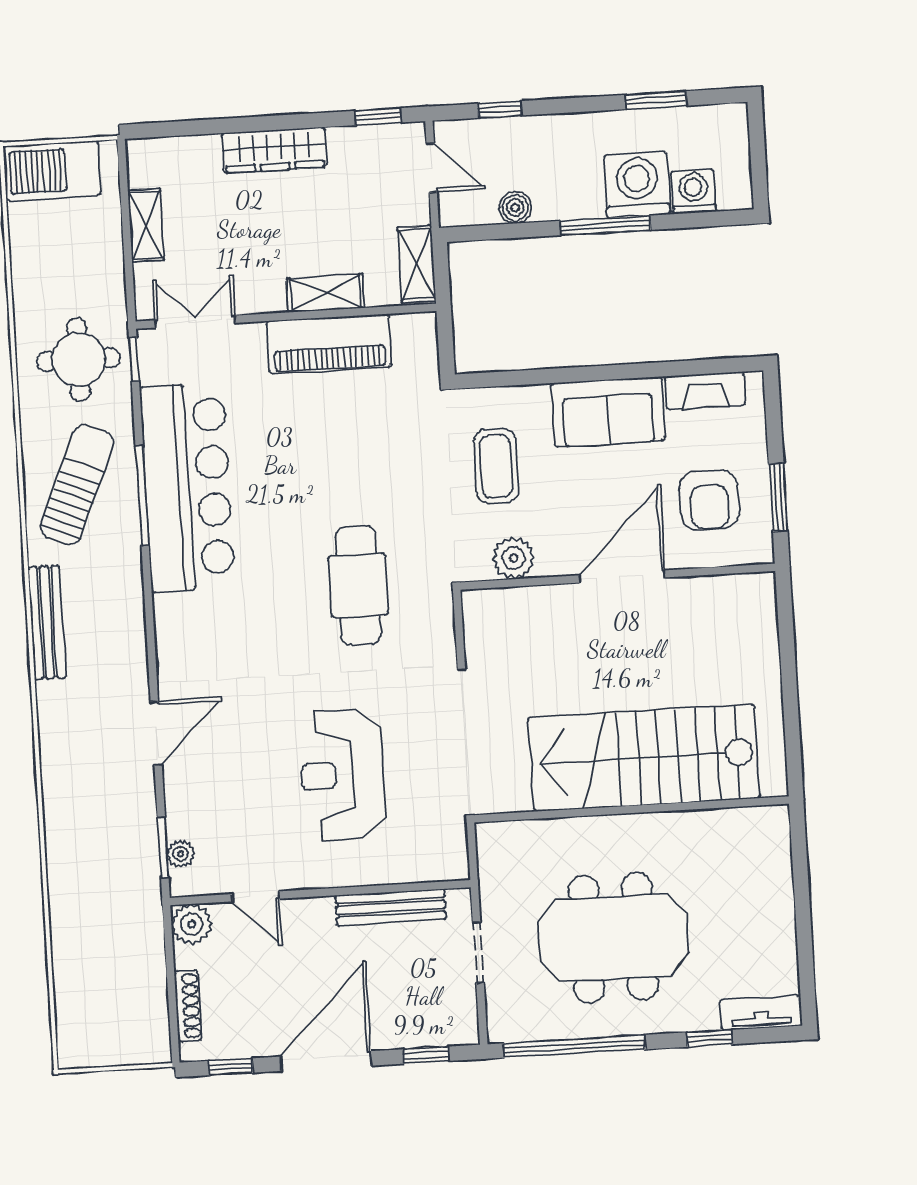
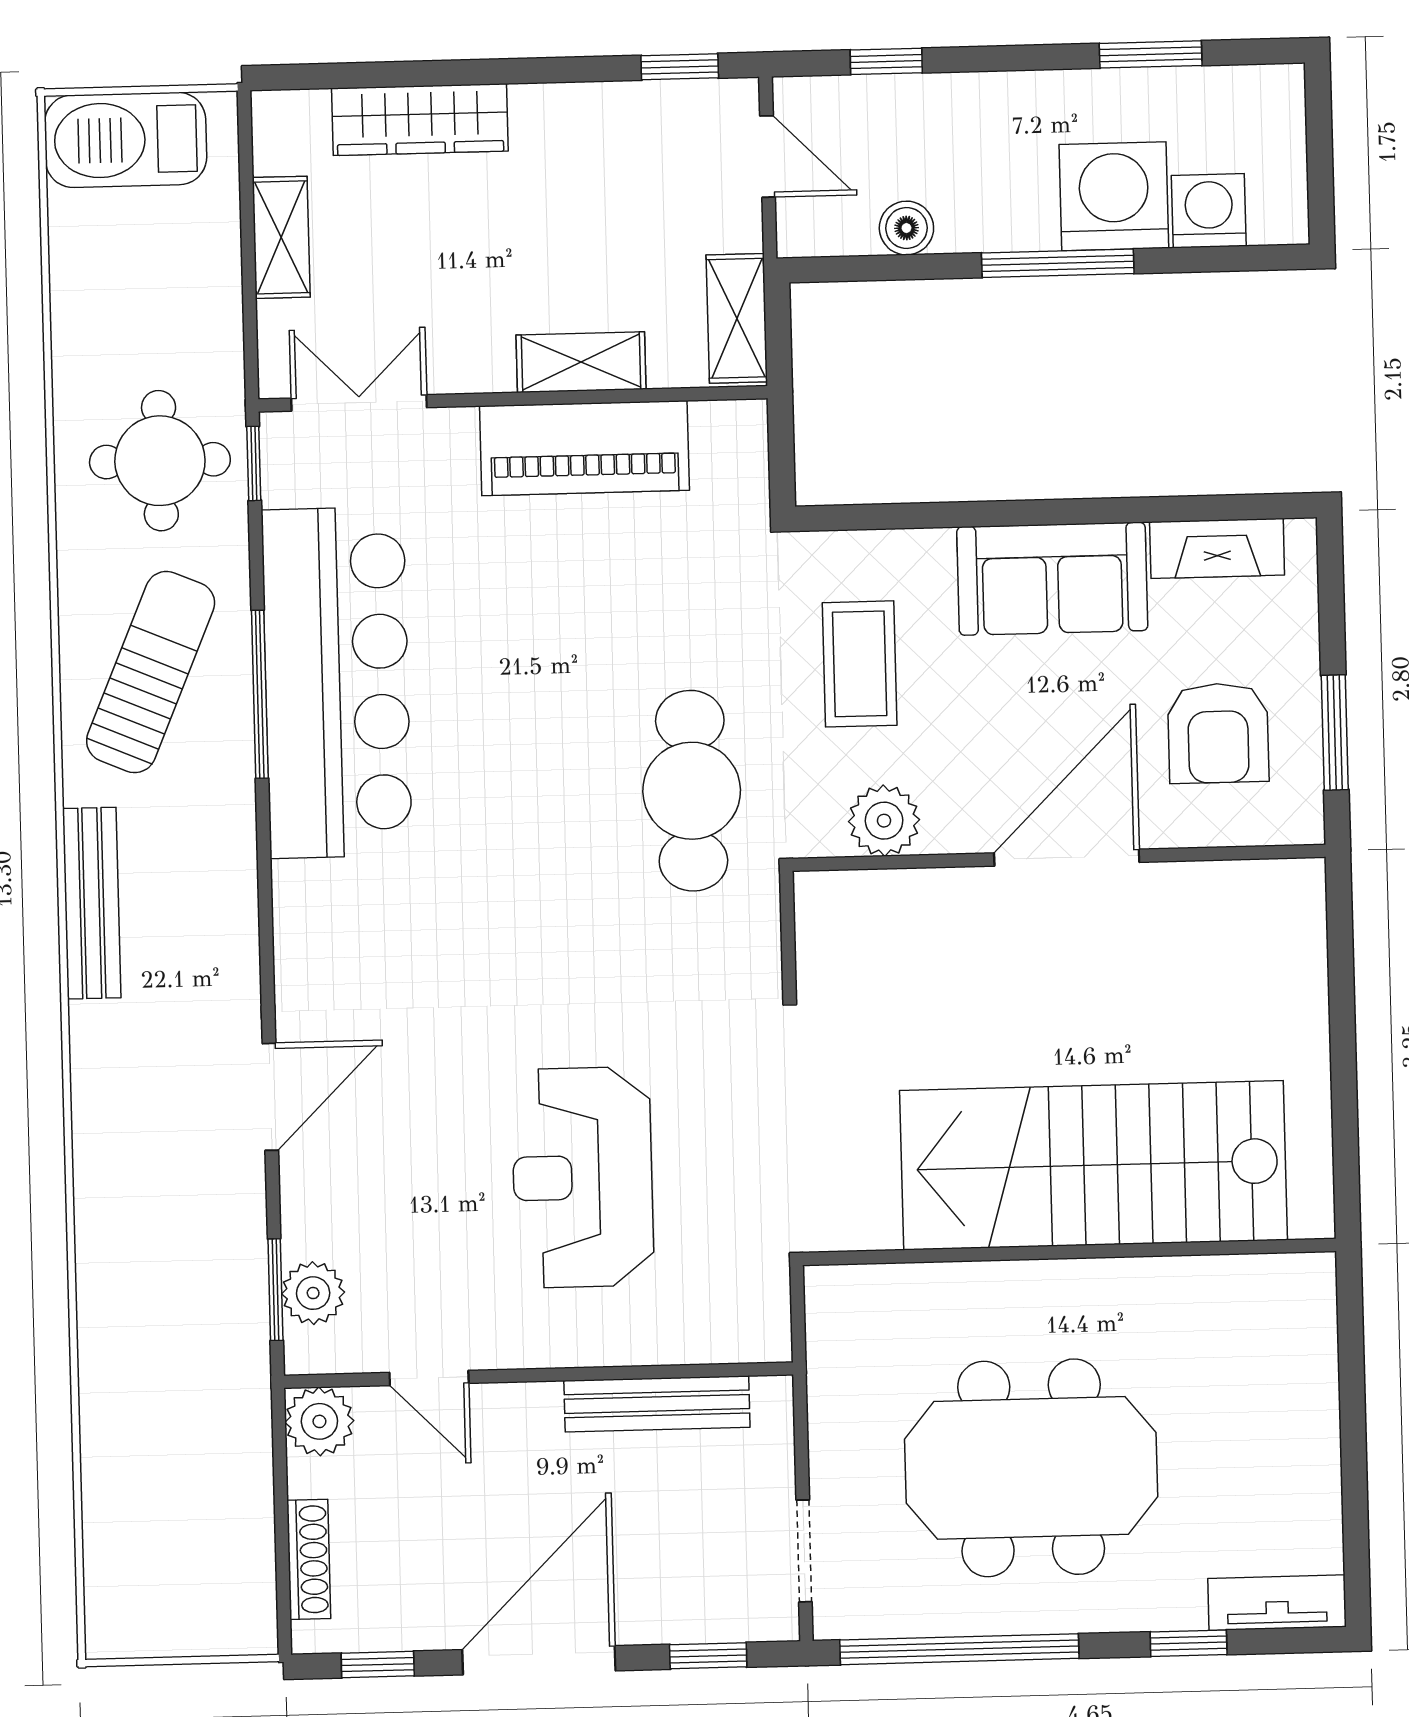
wardrobe: (274, 150) -> (420, 120), moved
cafe table: (358, 585) -> (692, 791), moved
plant: (181, 854) -> (313, 1293), width x1.38, depth x1.38
doorway: (478, 952) -> (804, 1551), moved

